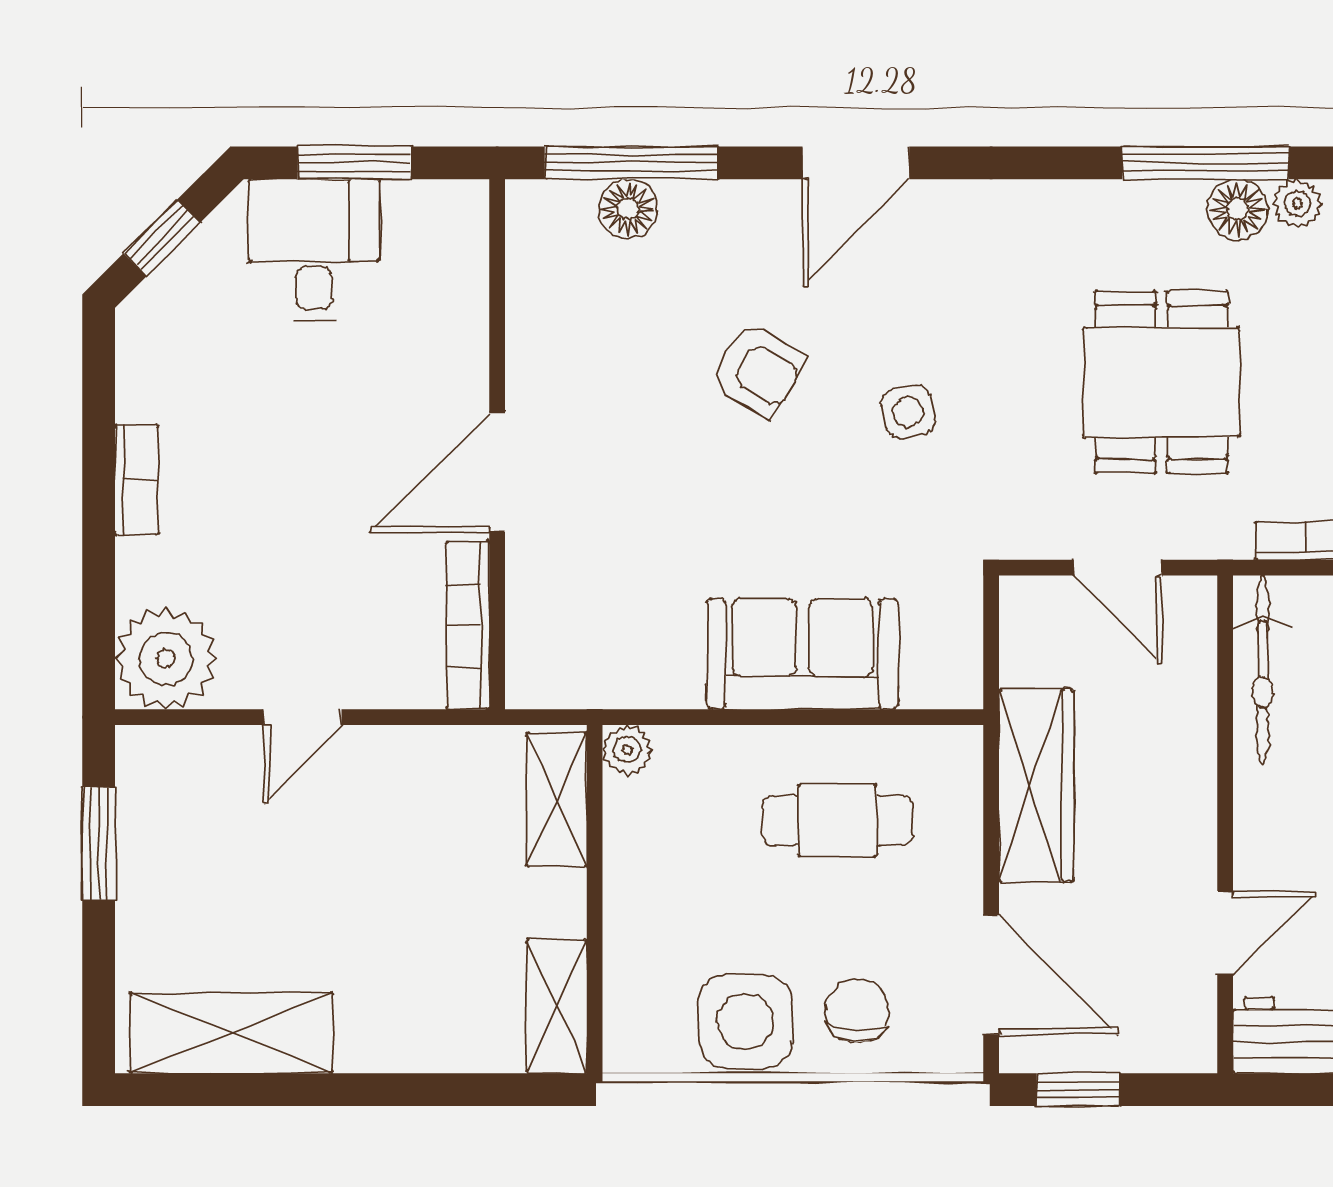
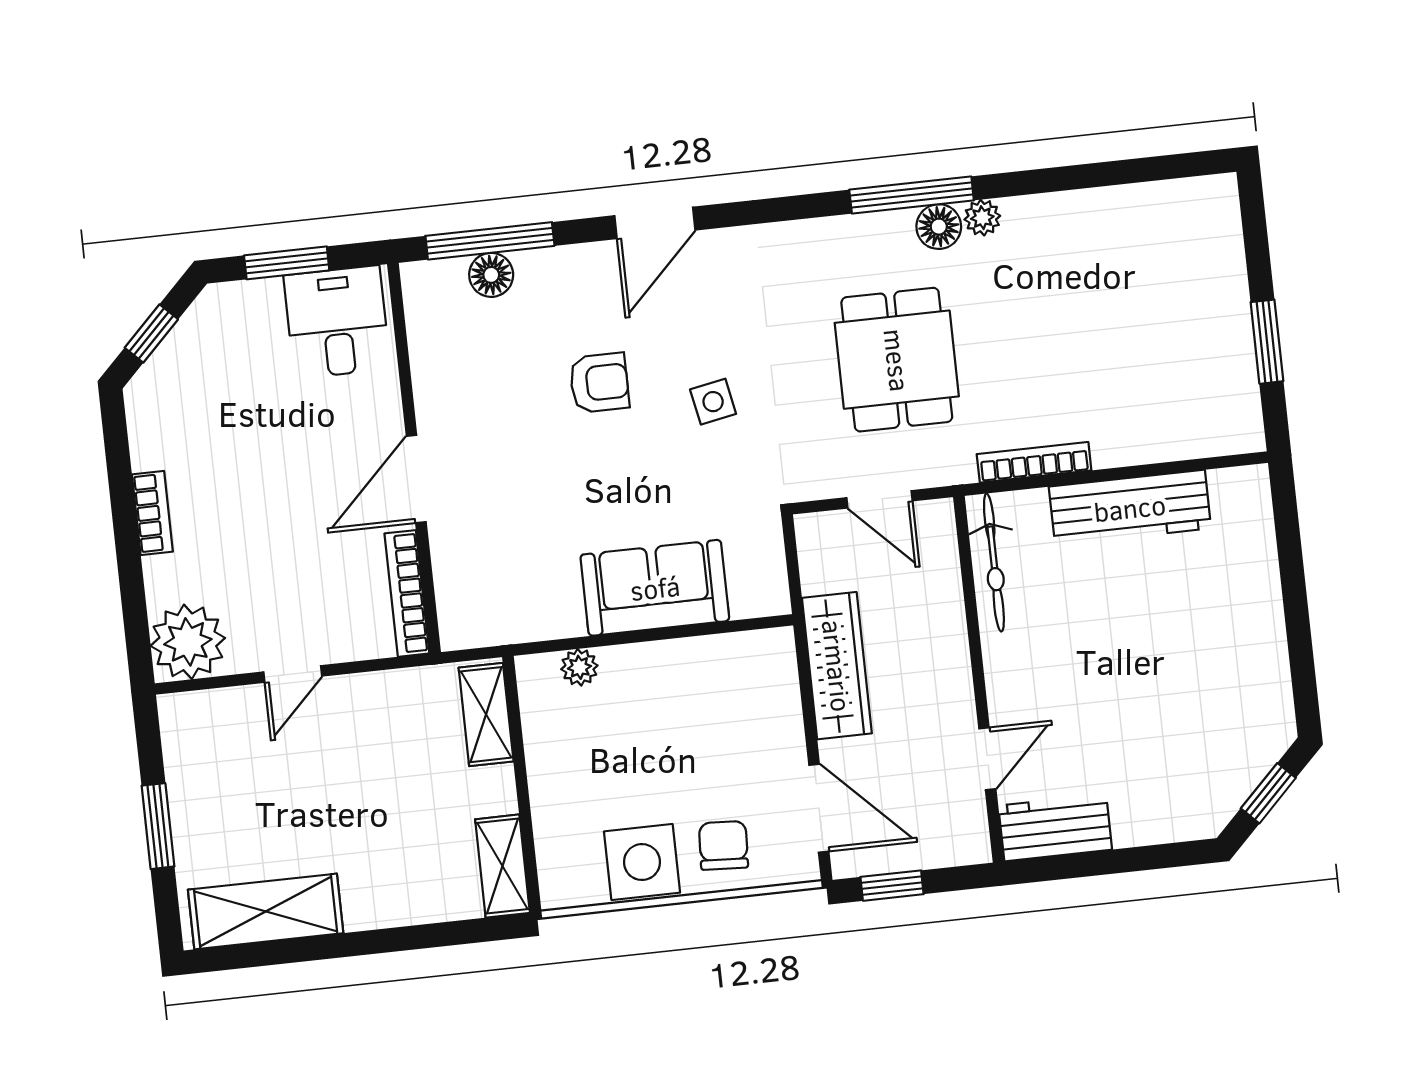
desk: (314, 250) -> (337, 322), moved
armchair: (758, 370) -> (599, 383), turned -31
plant: (627, 750) -> (579, 667), moved
cafe table: (837, 821) -> (694, 707), removed
window: (99, 844) -> (158, 826), moved

